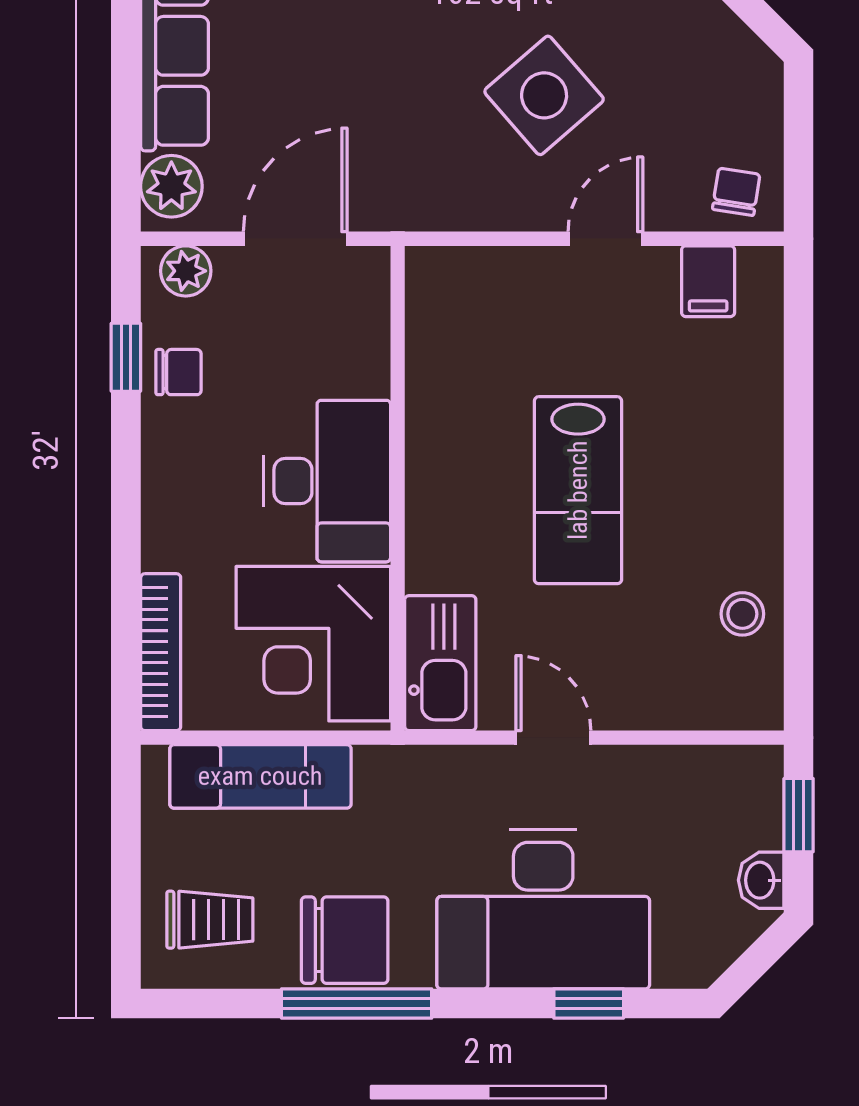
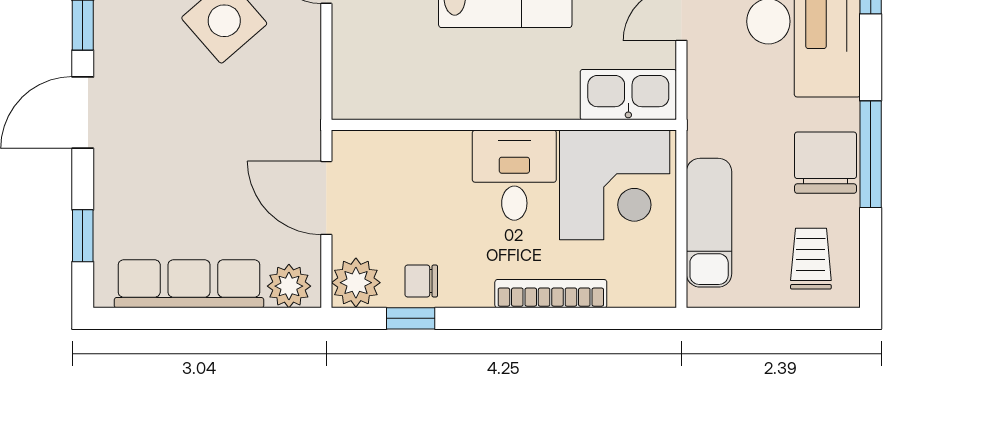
plant: (186, 271) -> (356, 283), width x1.38, depth x1.38
chair: (178, 372) -> (421, 281), turned -90
desk: (327, 481) -> (514, 175), width x0.73
bookcase: (161, 652) -> (551, 294), moved

